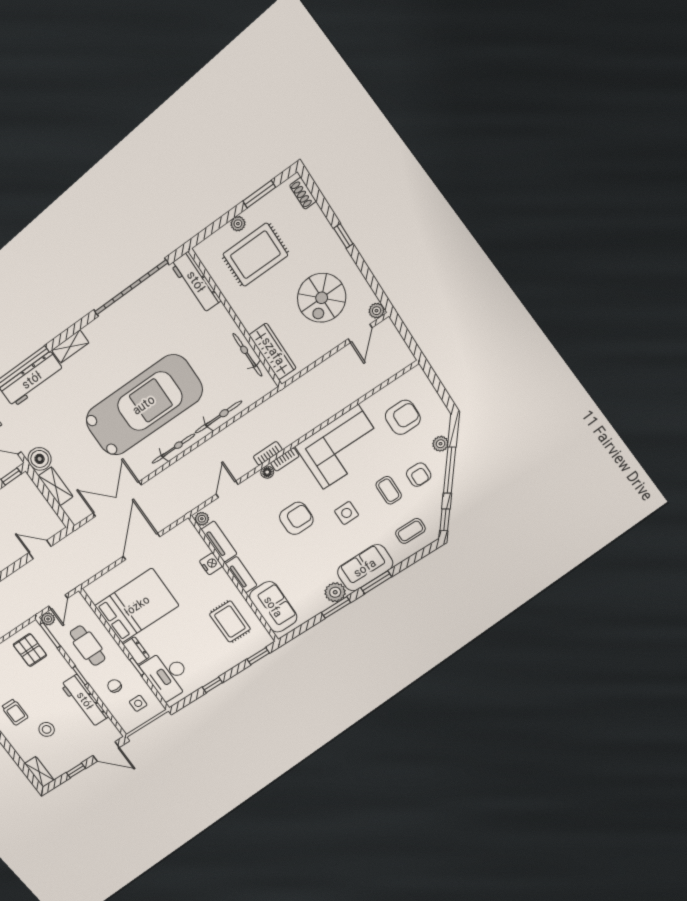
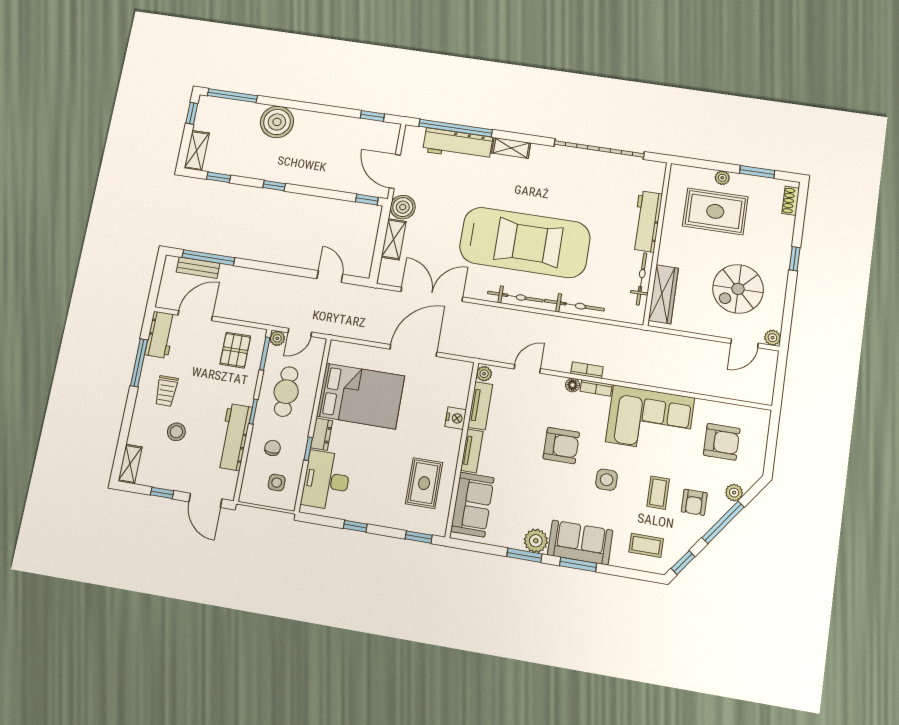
workbench: (196, 282) -> (647, 221), moved

